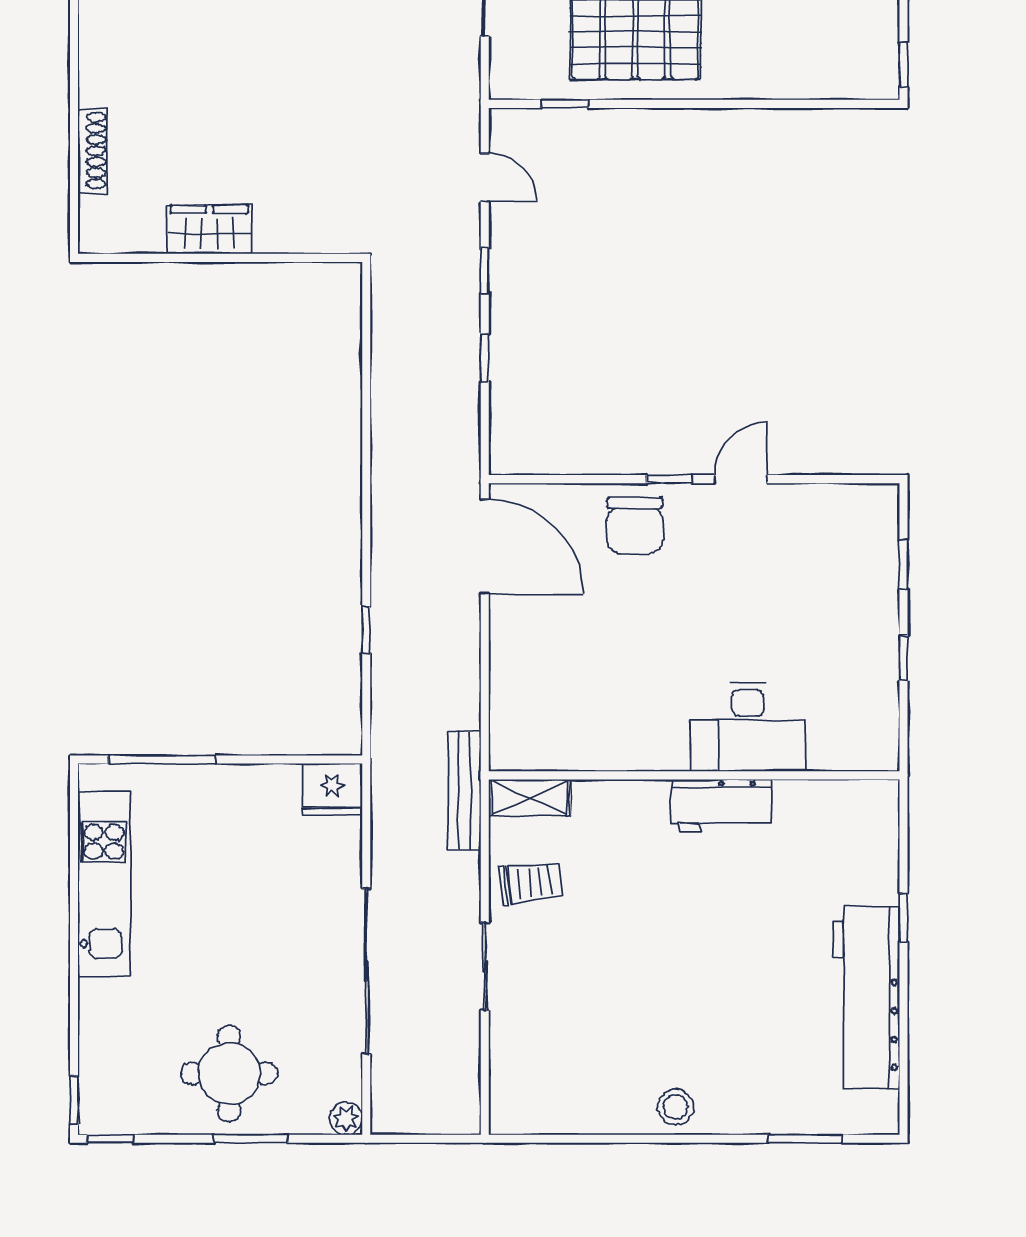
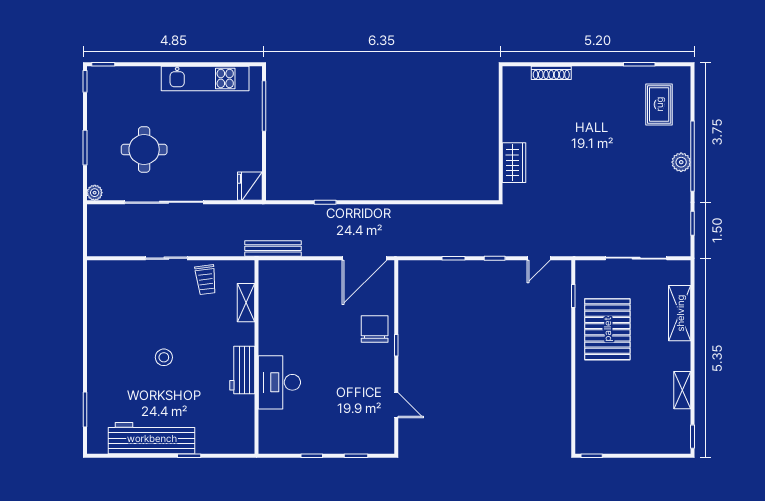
wardrobe: (209, 229) -> (514, 163), moved
door: (741, 479) -> (396, 405), moved
chair: (635, 525) -> (375, 329), turned 90
bench: (464, 791) -> (273, 248), moved
shelving: (530, 798) -> (246, 303), moved
round table: (229, 1073) -> (144, 150), moved
stool: (676, 1107) -> (164, 357), moved

